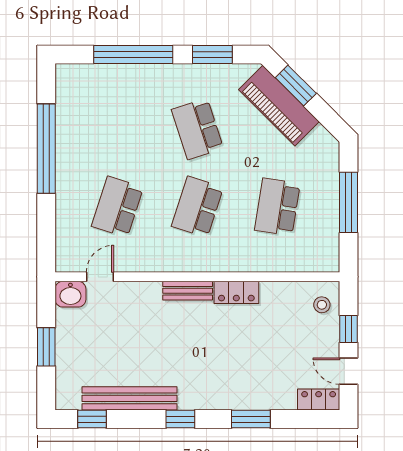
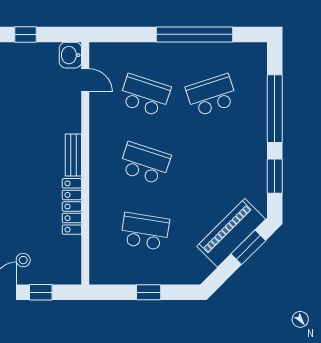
school desk: (197, 129) -> (211, 95), moved
window: (349, 202) -> (149, 292), width x0.46
locker: (236, 292) -> (72, 206), width x1.53
stool: (322, 305) -> (23, 260), moved
window: (46, 347) -> (26, 34), width x0.67

